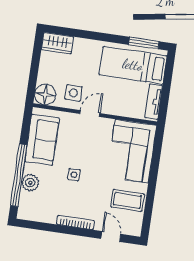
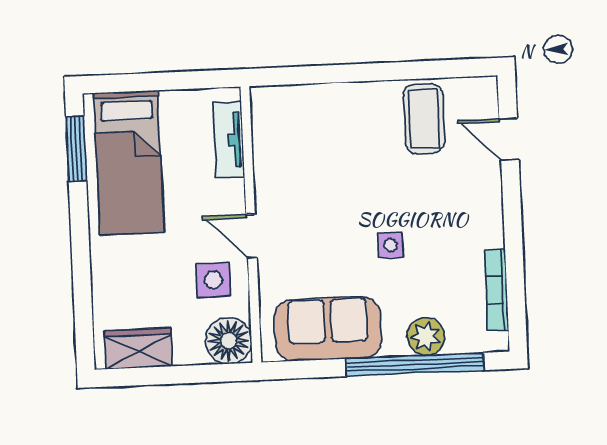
wardrobe: (57, 43) -> (138, 349), moved, turned -90
tv unit: (154, 102) -> (229, 140), moved, turned 90
corner sofa: (132, 151) -> (315, 129), removed
bookcase: (75, 223) -> (496, 290), moved
door: (111, 236) -> (509, 139), hinge flipped

